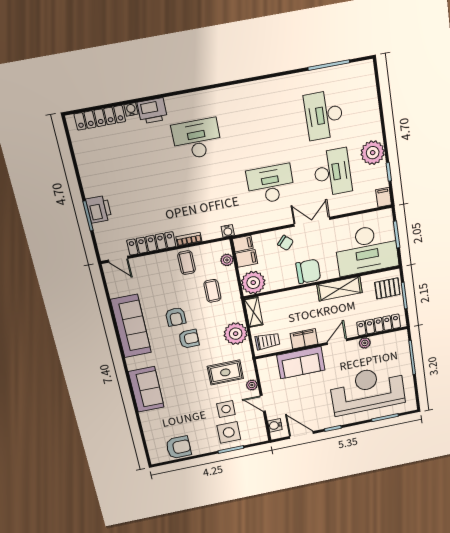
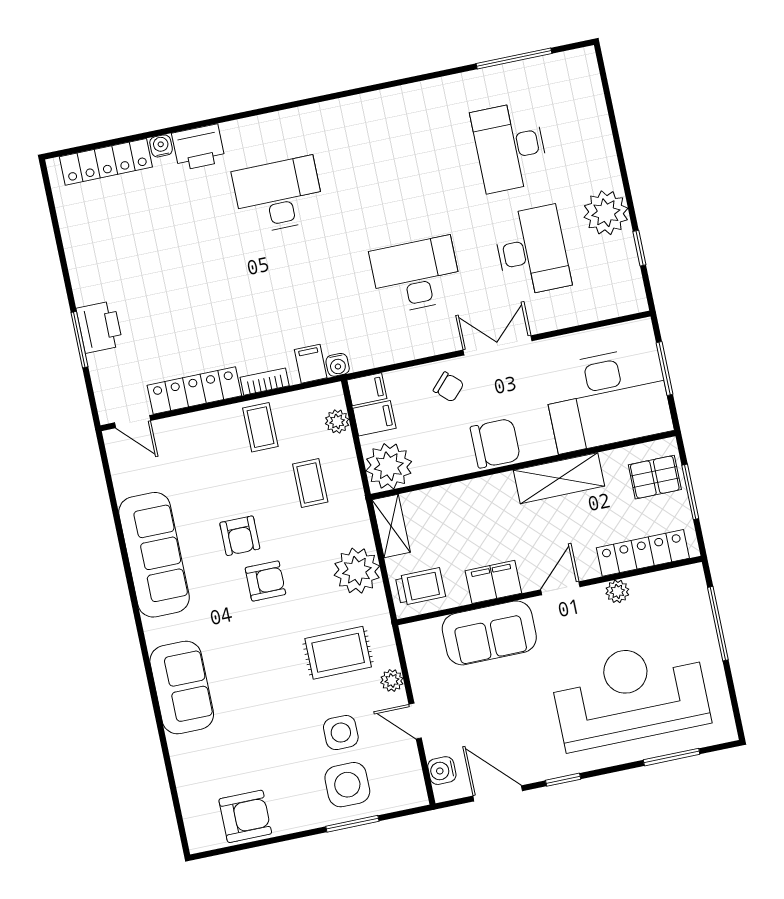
filing cabinet: (384, 197) -> (311, 364), moved

